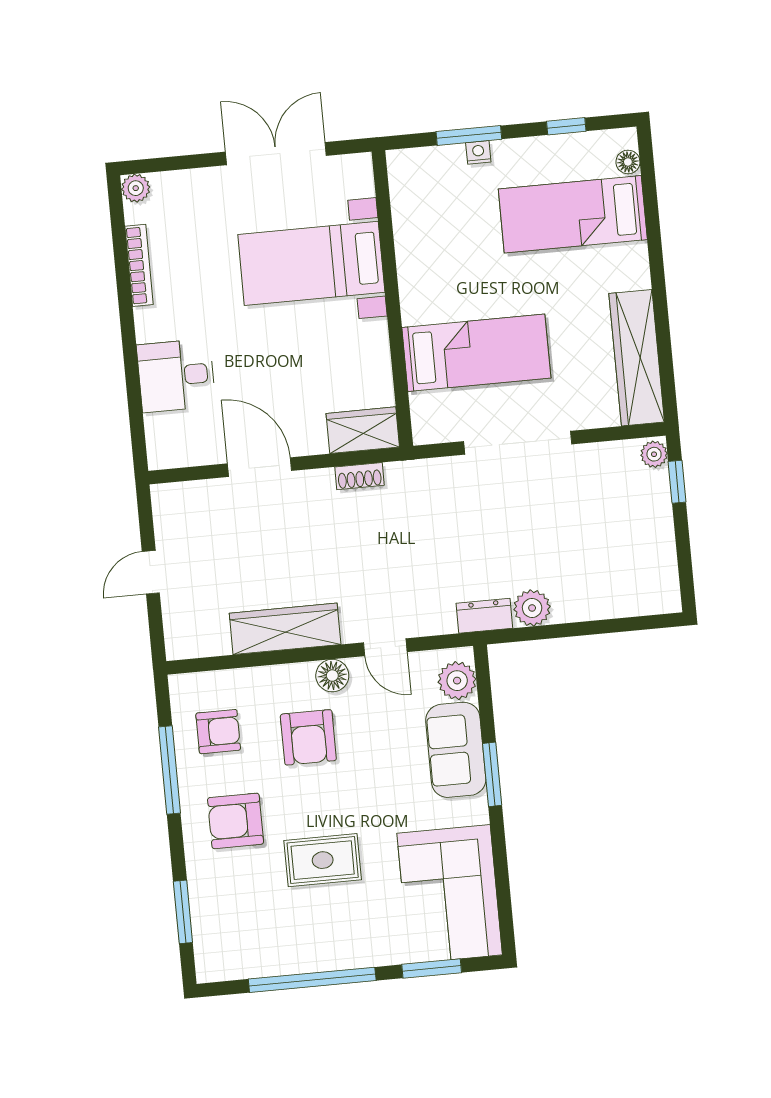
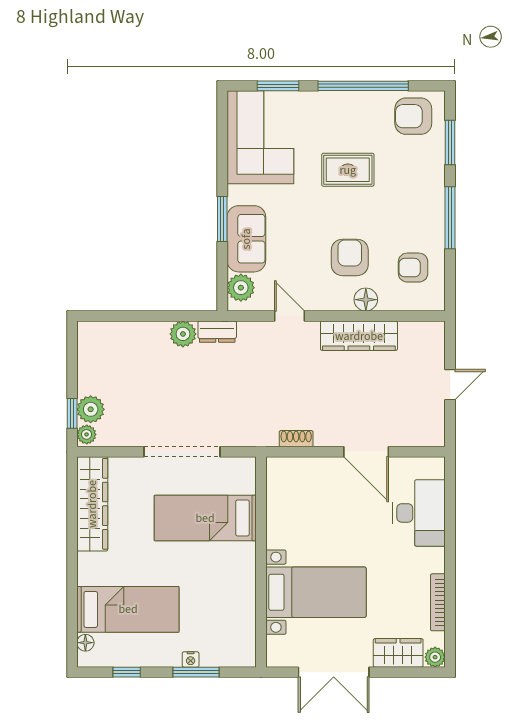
desk: (176, 376) -> (419, 513), width x1.37
wardrobe: (363, 430) -> (398, 653), moved, turned 180
plant: (652, 490) -> (91, 409), added
floor lamp: (332, 676) -> (366, 300), moved
window: (169, 770) -> (450, 218), moved
armchair: (236, 821) -> (413, 116), moved, turned 180

